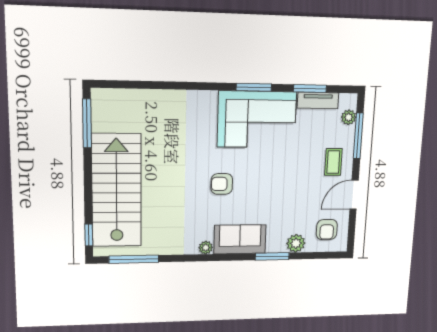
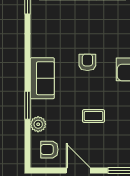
coffee table: (333, 162) -> (93, 116), moved
plant: (206, 248) -> (36, 51), removed

